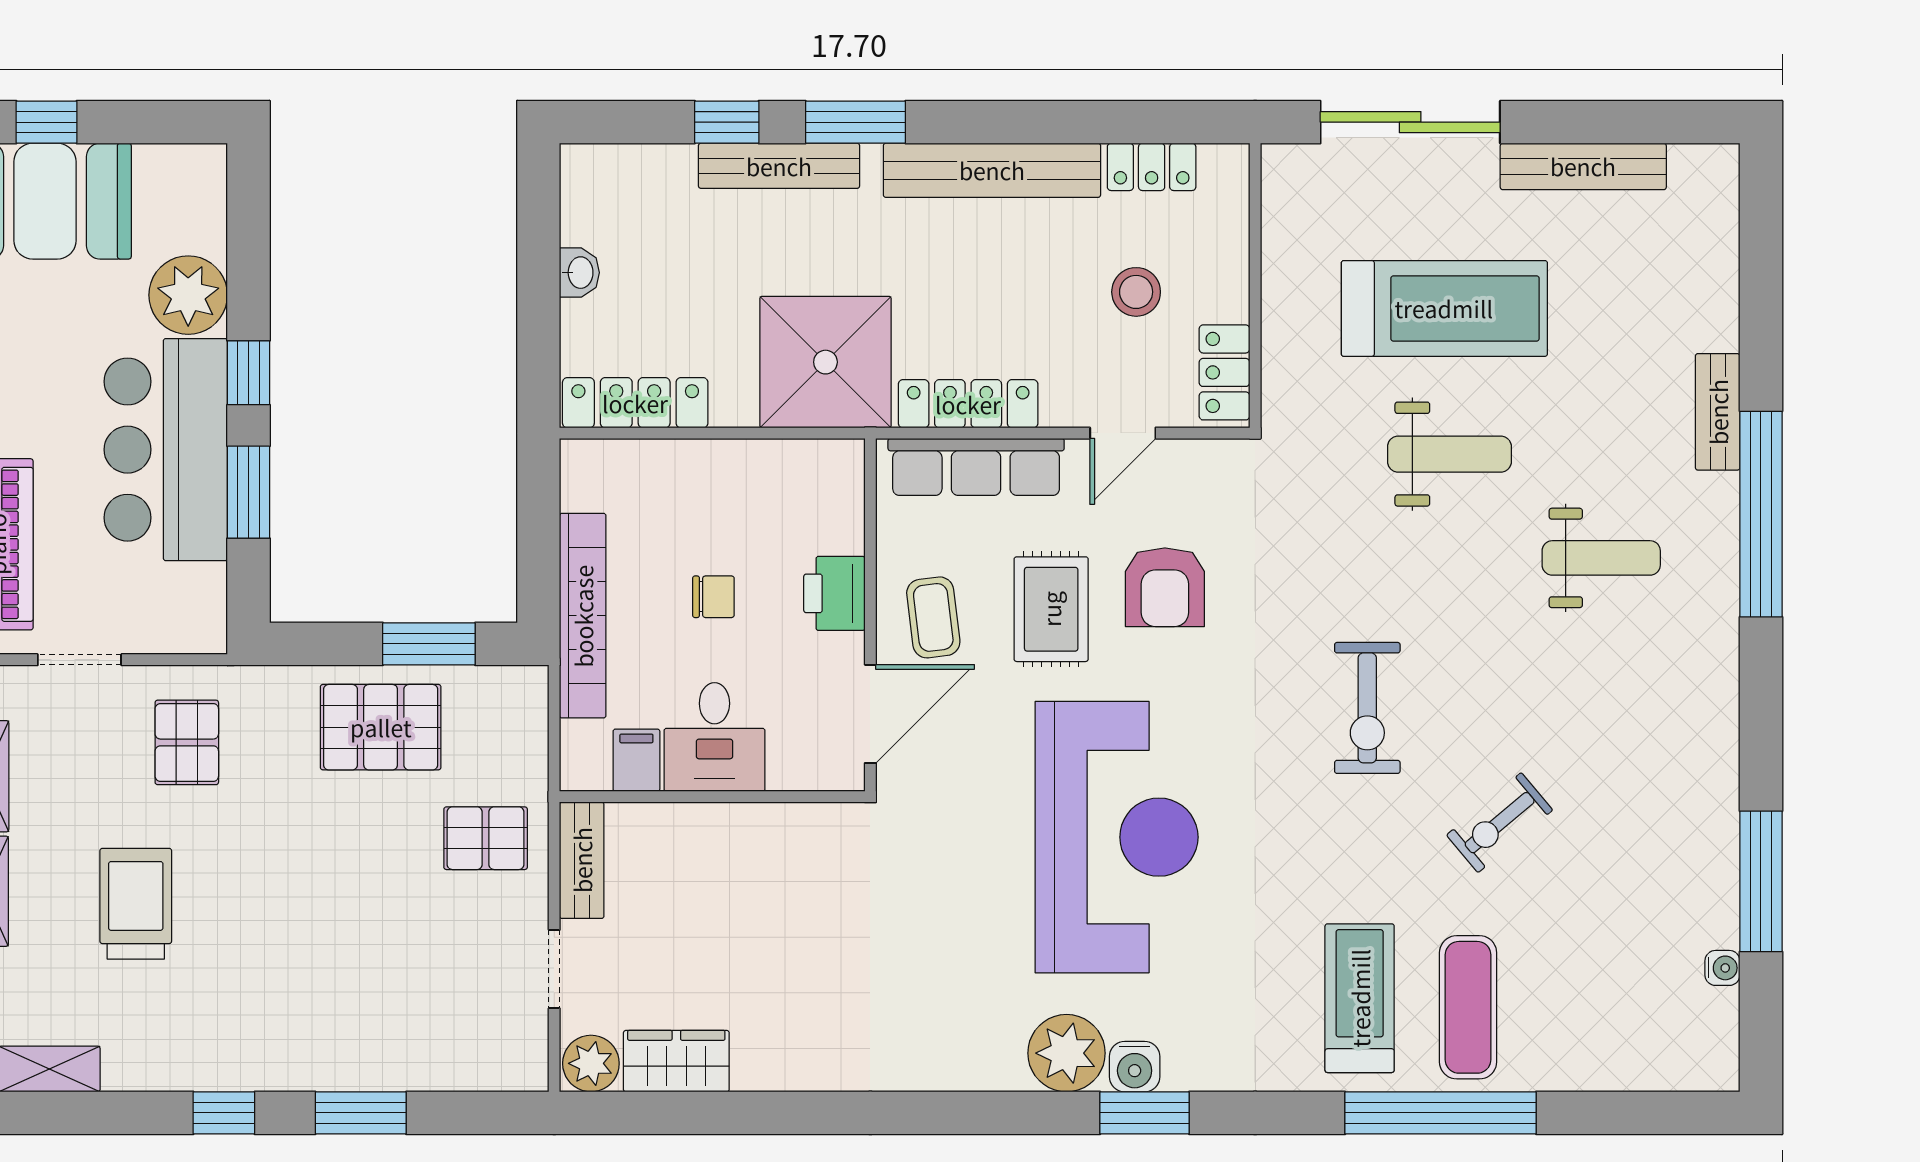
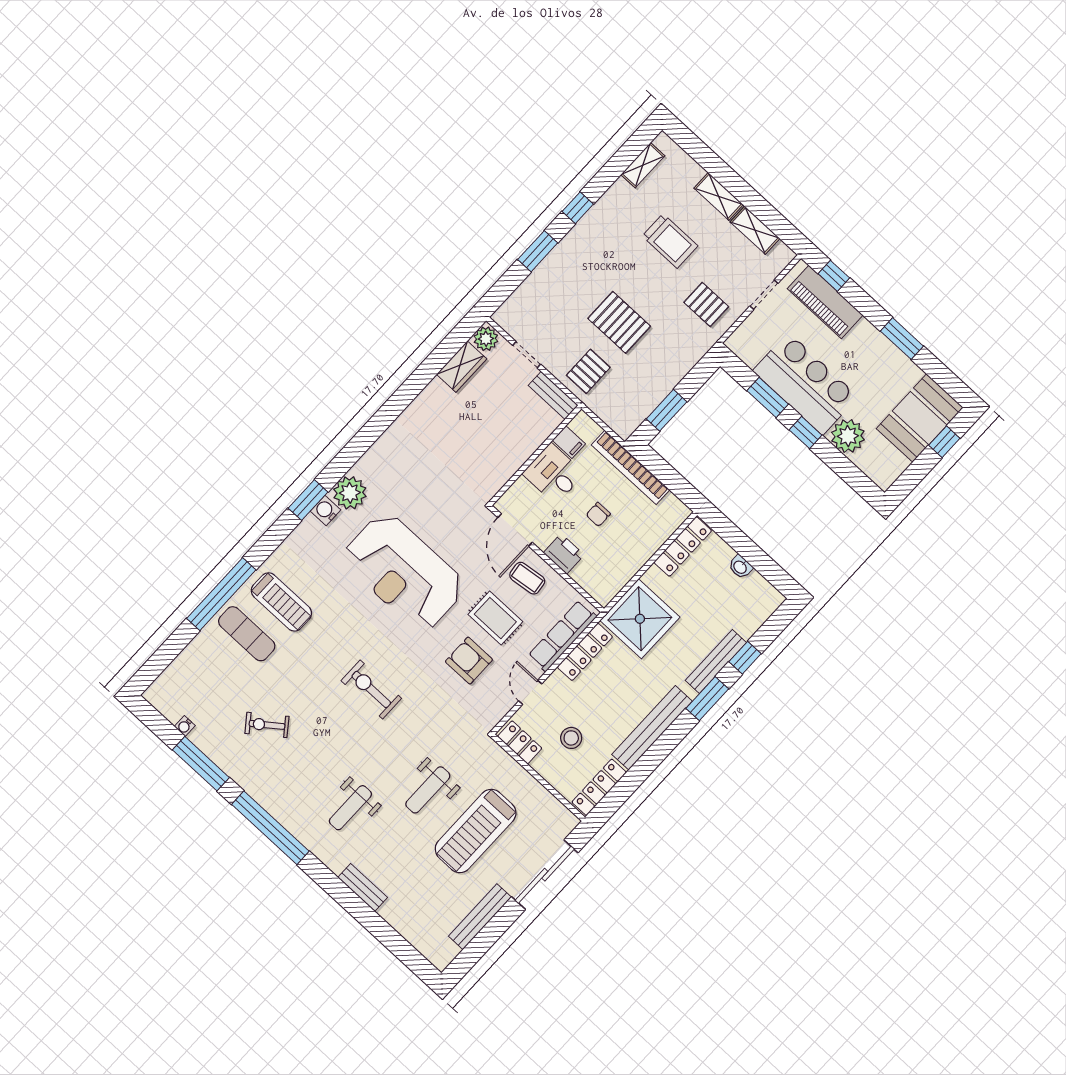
locker: (1152, 167) -> (599, 787), width x1.53
window: (1761, 514) -> (270, 828), moved
pallet: (381, 727) -> (619, 322), moved, turned 90
exercise bike: (1500, 823) -> (267, 725), moved, turned -87

